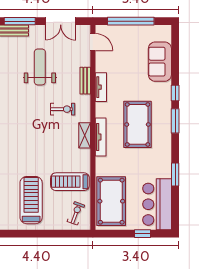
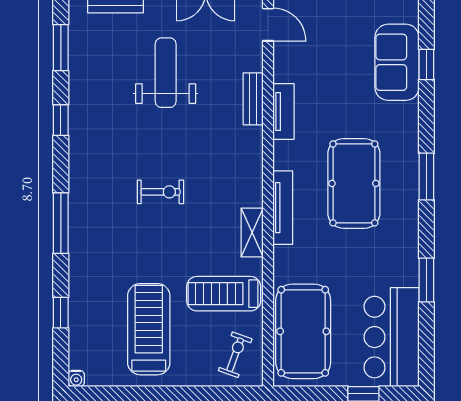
window: (175, 93) -> (426, 64), moved
exercise bike: (63, 109) -> (161, 192), moved
shelving: (85, 135) -> (252, 233), moved

